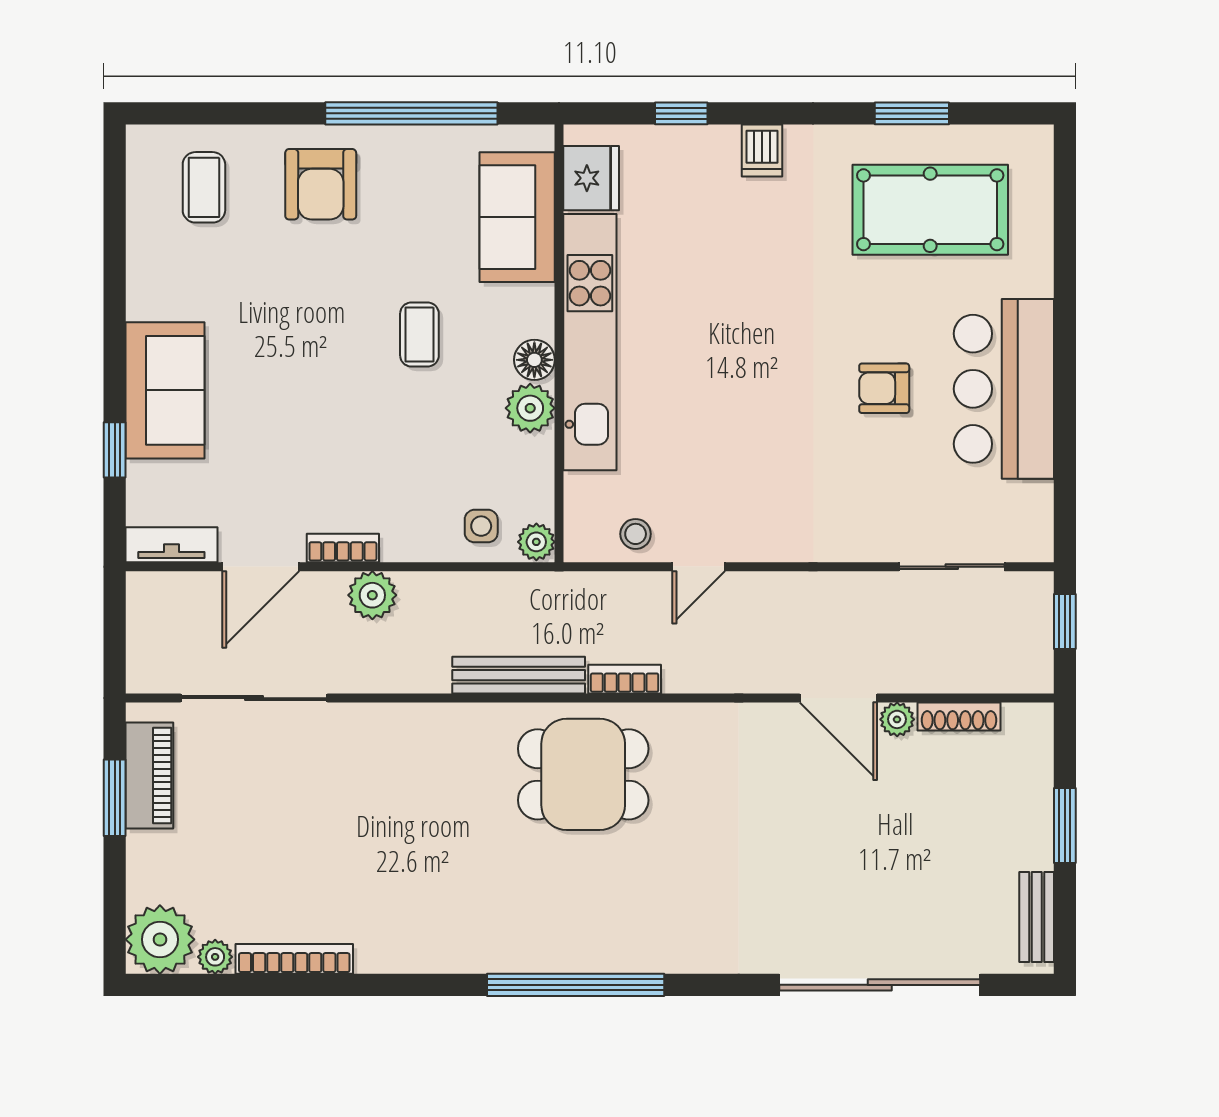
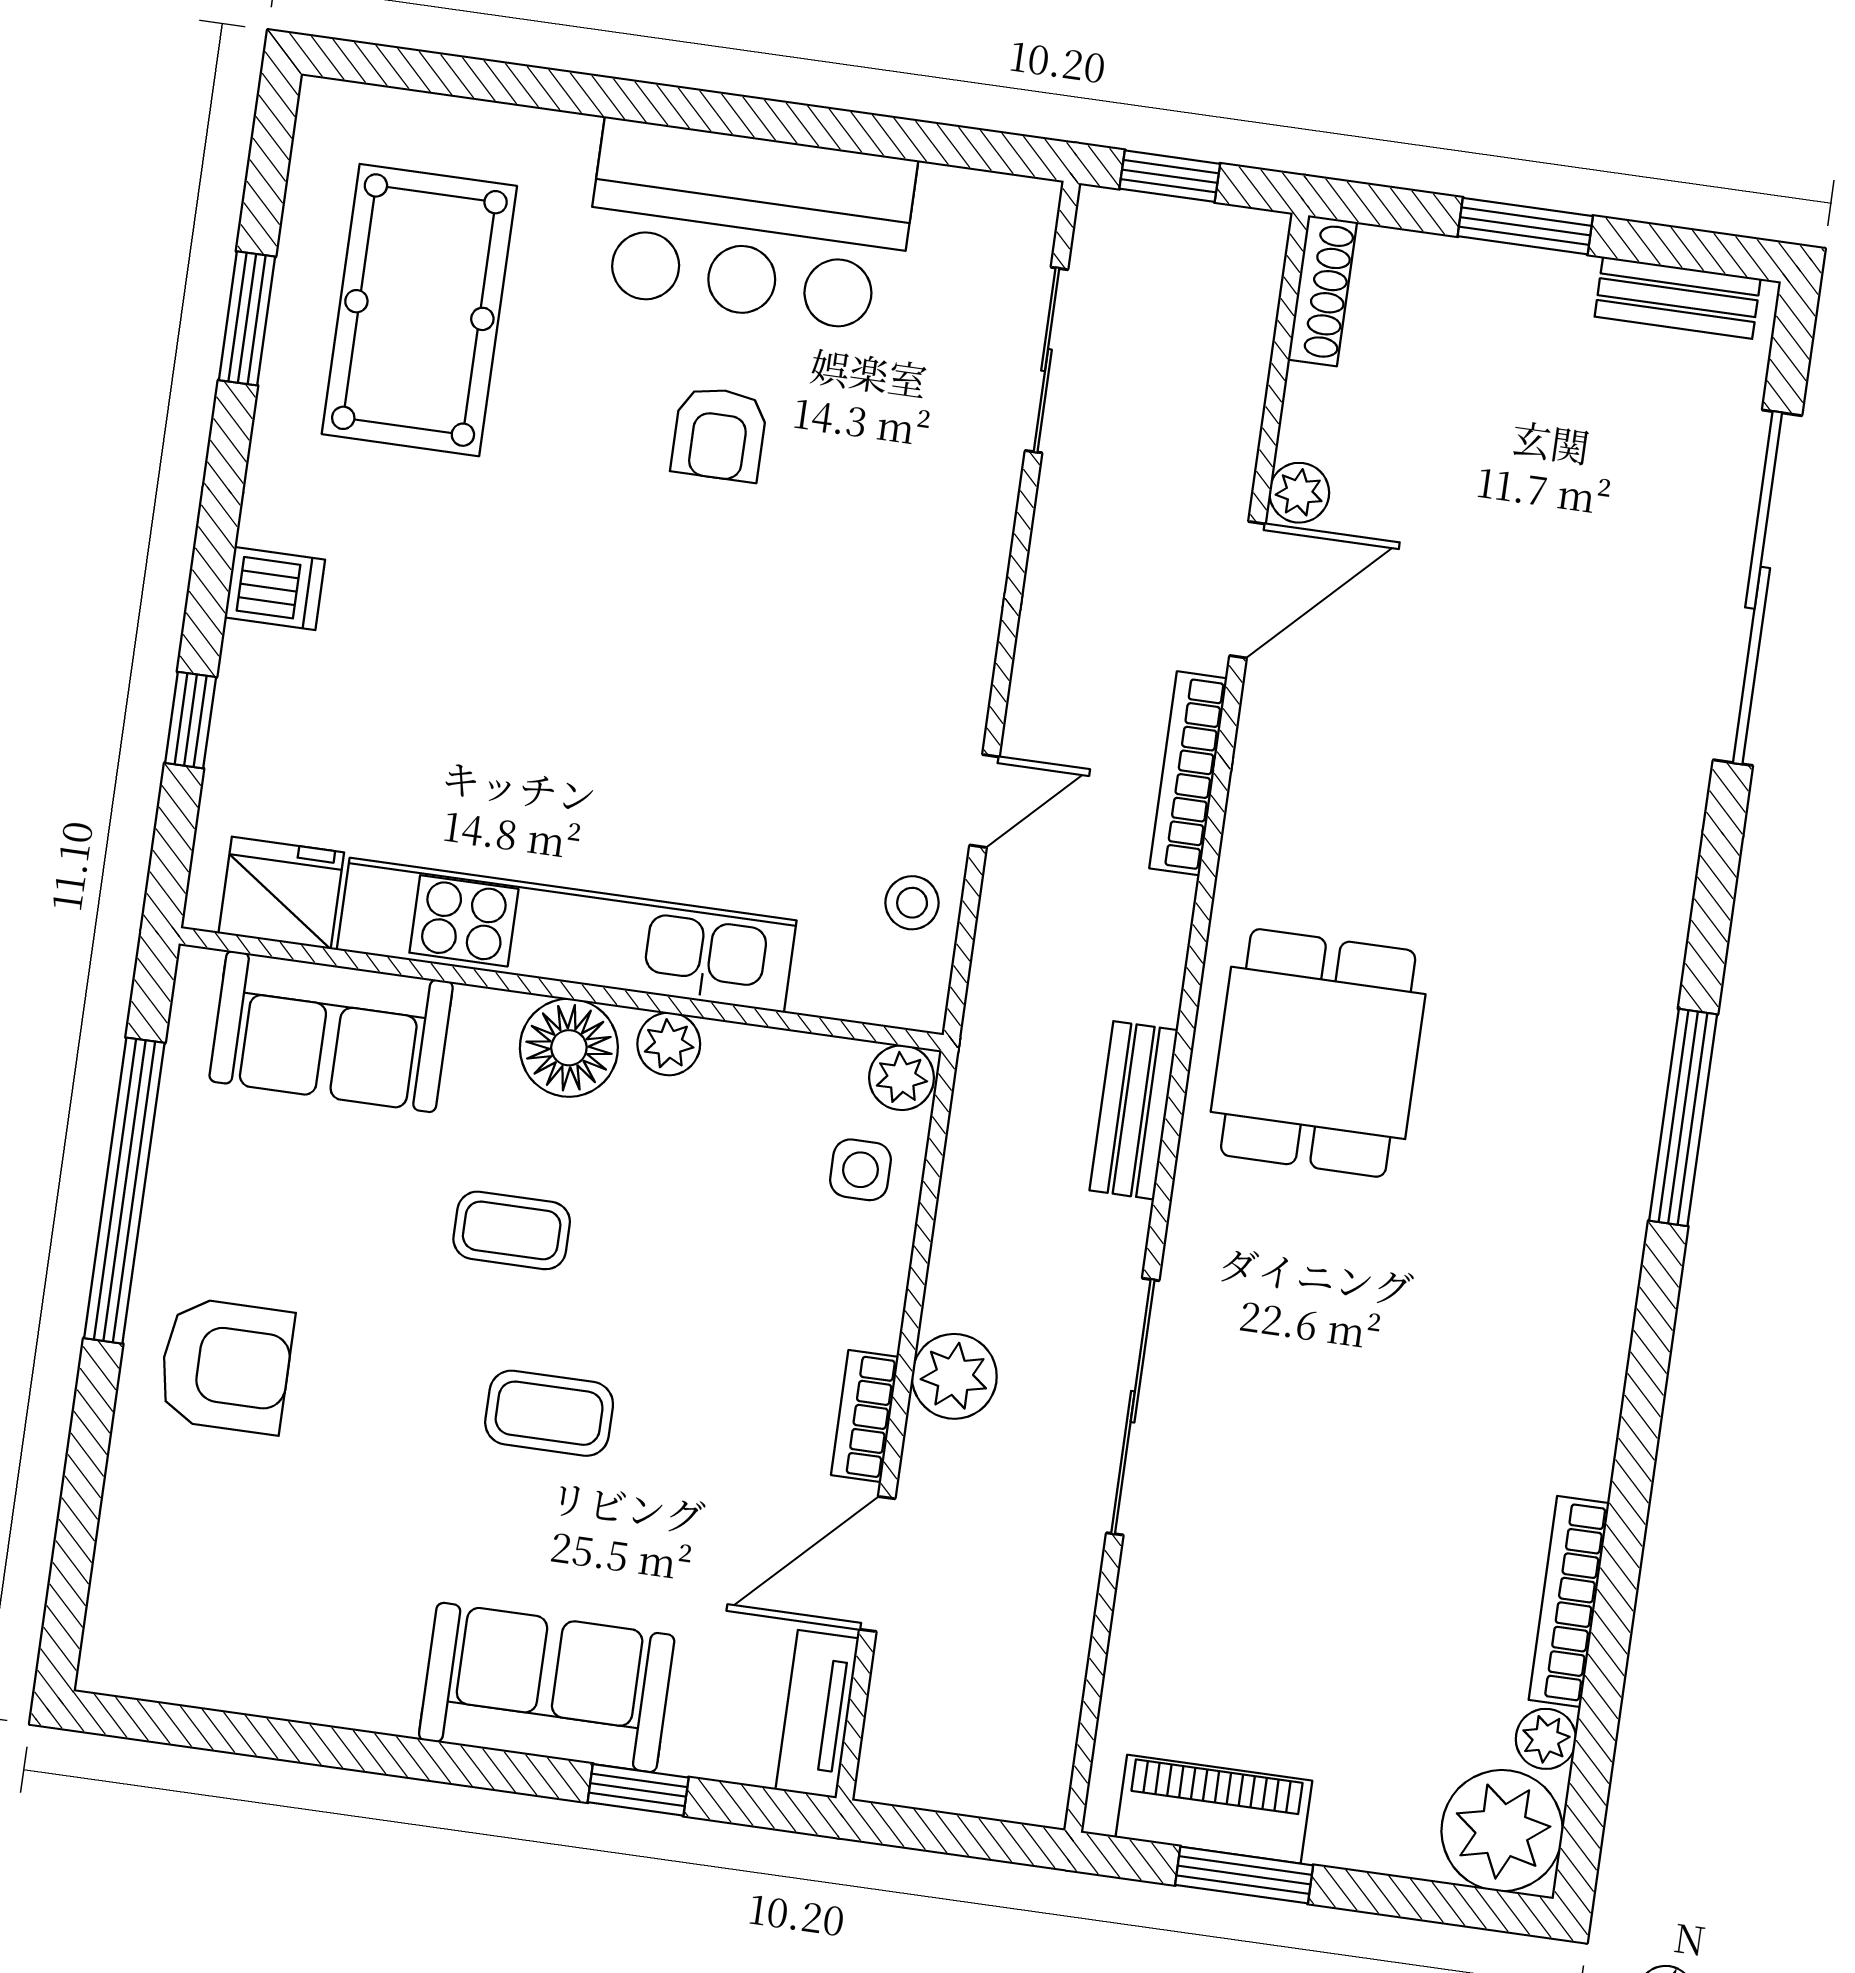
coffee table: (204, 187) -> (549, 1413), moved
floor lamp: (534, 360) -> (569, 1048), width x1.38, depth x1.38
plant: (530, 408) -> (669, 1044), width x0.73, depth x0.73
door: (261, 567) -> (877, 1564), swing flipped
door: (699, 567) -> (984, 801), hinge flipped
bench: (519, 675) -> (1134, 1110), width x0.73
bookcase: (625, 679) -> (1188, 773), moved, width x1.56
sliding door: (254, 698) -> (1133, 1407), moved
shoe rack: (959, 717) -> (1322, 291), moved
window: (576, 985) -> (1683, 1117), width x0.68

